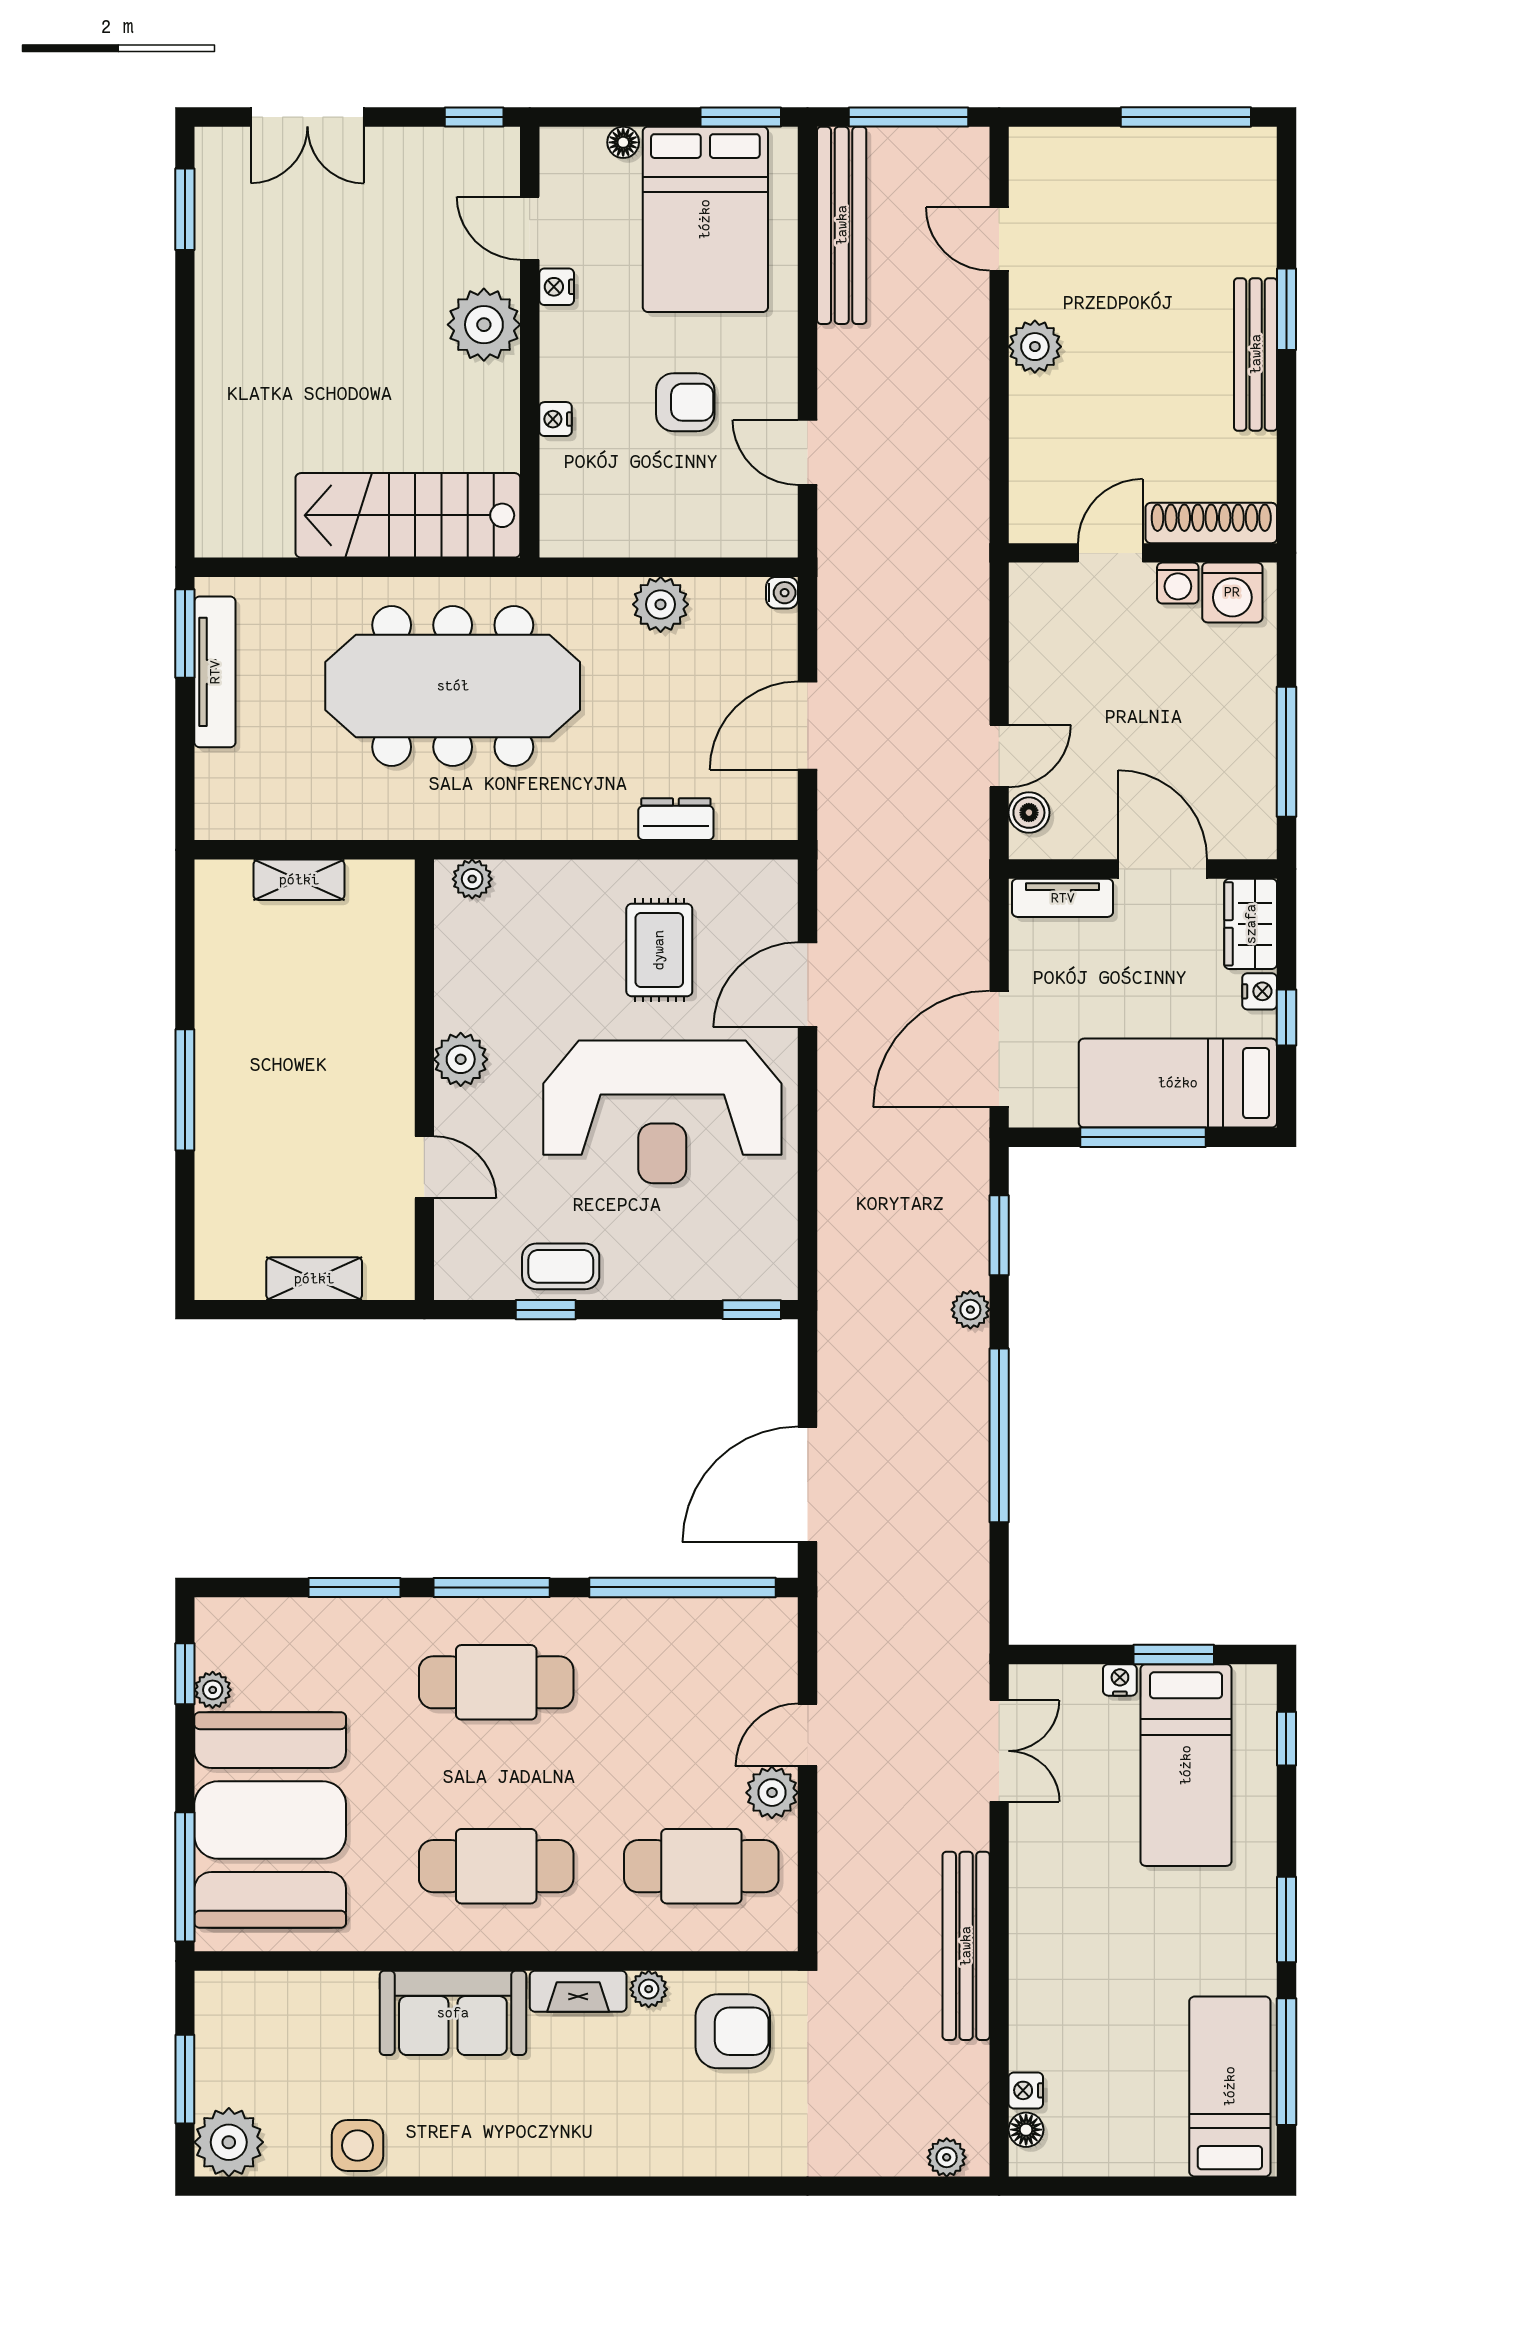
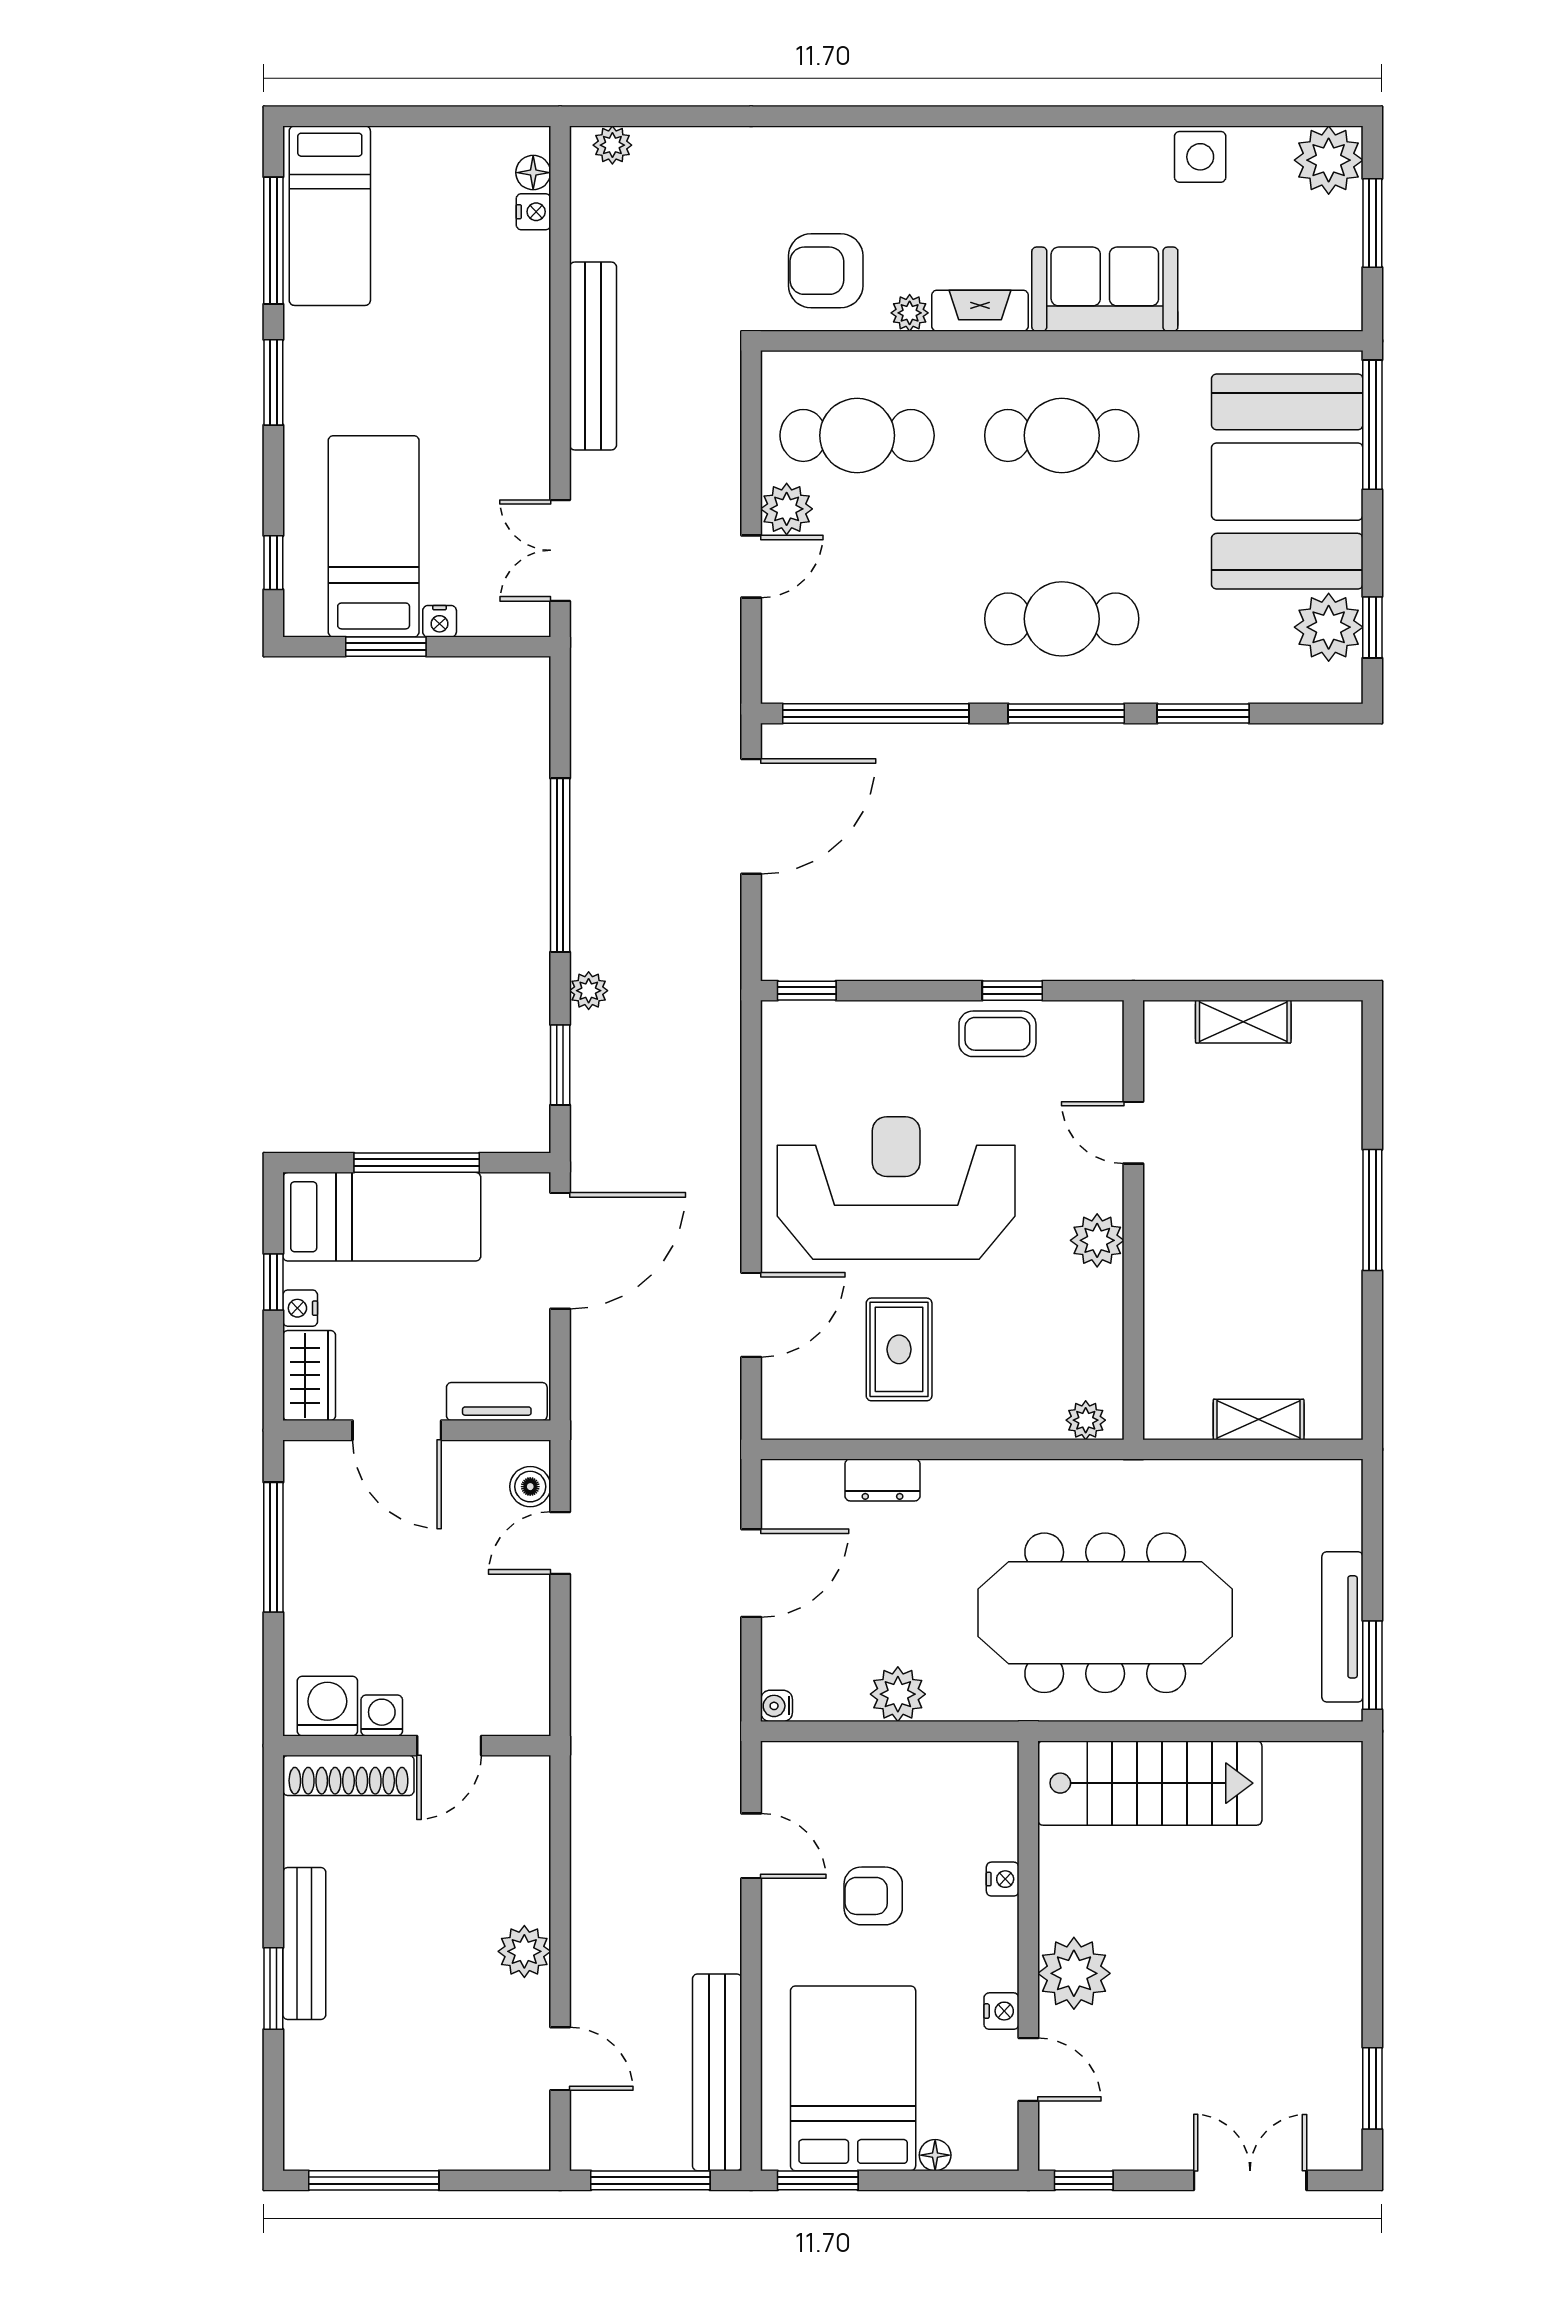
plant: (213, 1690) -> (1329, 627), width x1.88, depth x1.88

